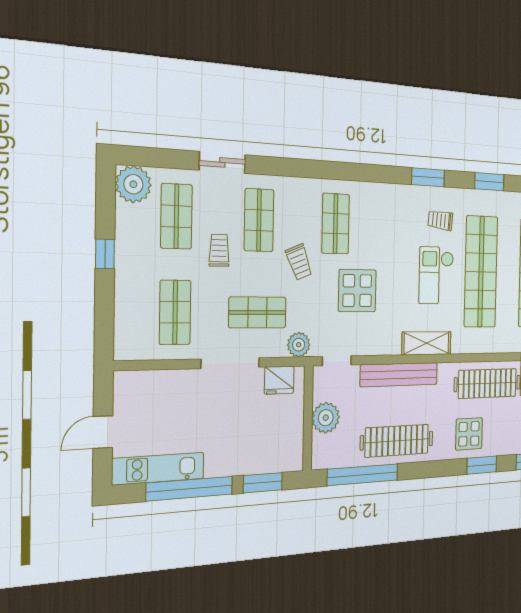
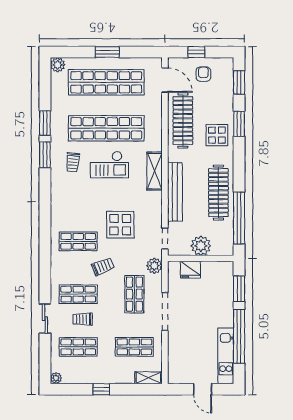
window: (428, 177) -> (45, 155), moved
plant: (133, 184) -> (56, 378), width x0.53, depth x0.53
trolley: (219, 250) -> (83, 319), moved
shelving: (124, 337) -> (148, 378), added
fridge: (279, 380) -> (190, 270), moved, turned 90

